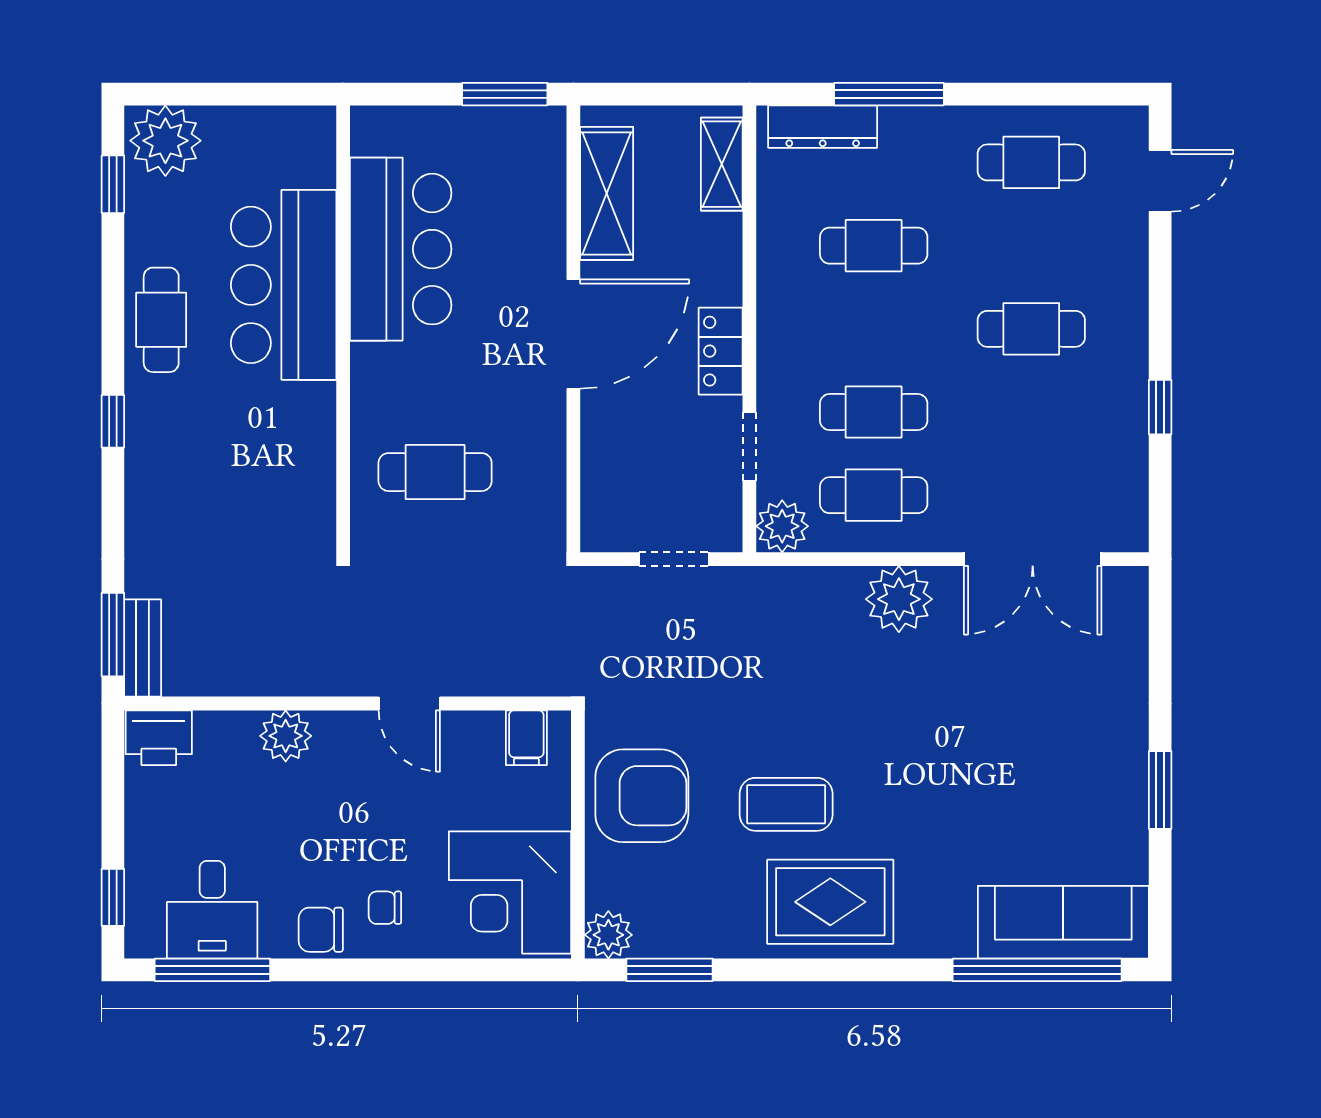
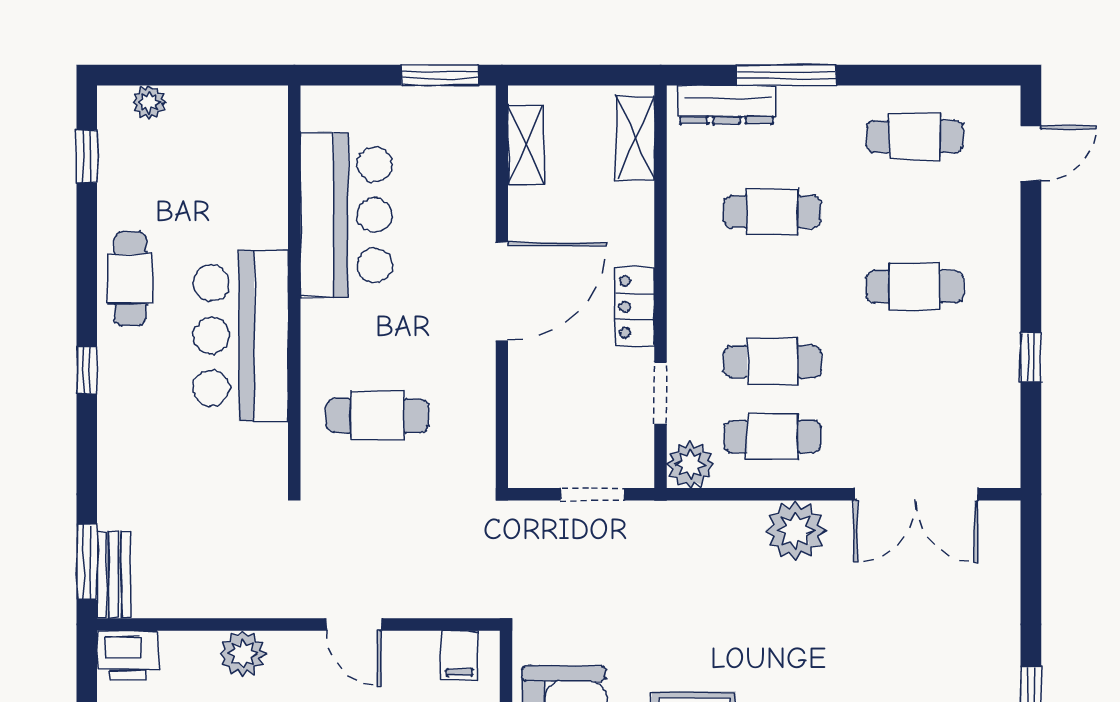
plant: (165, 141) -> (149, 102), width x0.53, depth x0.53
shelving: (607, 193) -> (526, 145), width x0.67, depth x0.75
bar counter: (284, 285) -> (241, 336), moved

